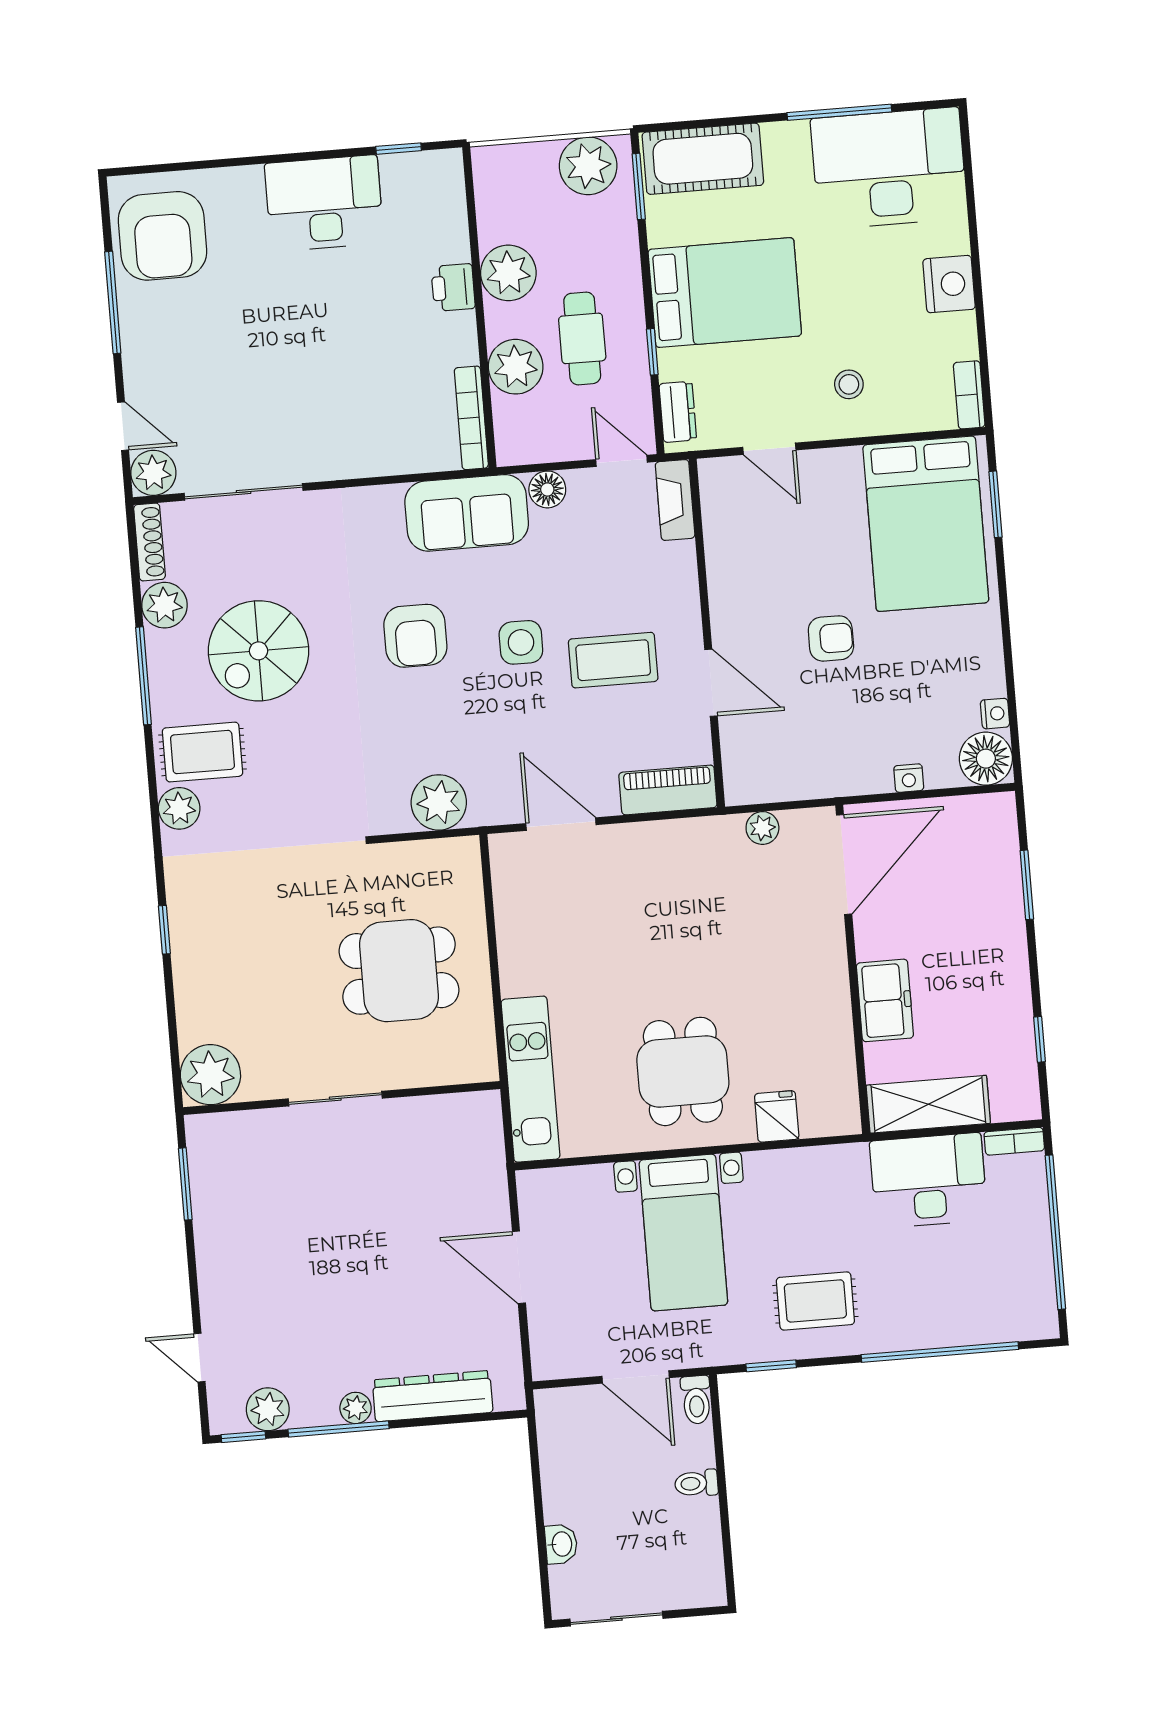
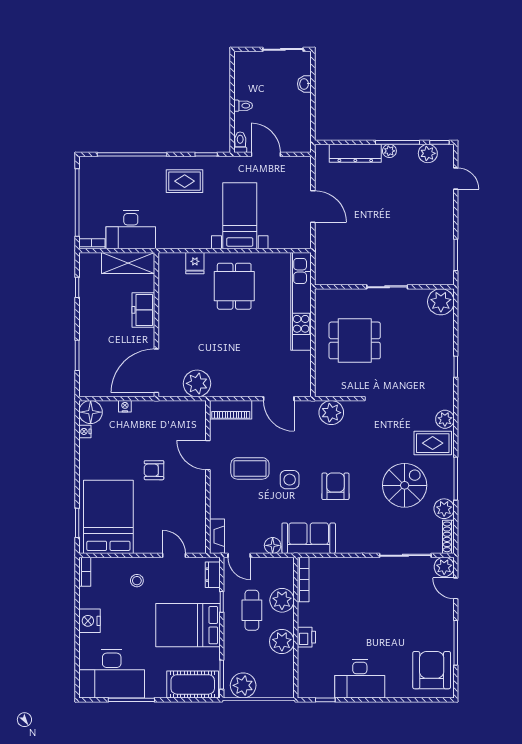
plant: (762, 828) -> (197, 383), width x1.88, depth x1.88
kitchen unit: (530, 1079) -> (301, 301), width x1.36

